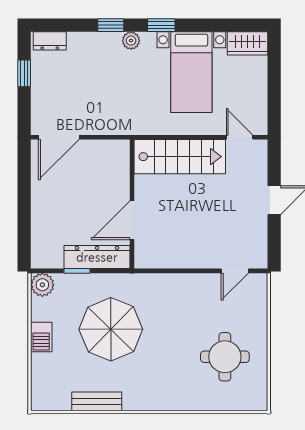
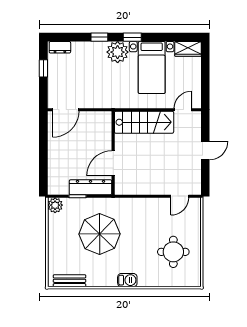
plant: (131, 41) -> (118, 52), width x1.87, depth x1.87
door: (240, 137) -> (183, 110), hinge flipped
barbecue: (41, 337) -> (127, 280), moved, turned -90
bench: (97, 401) -> (70, 281), moved

